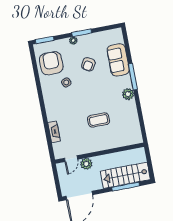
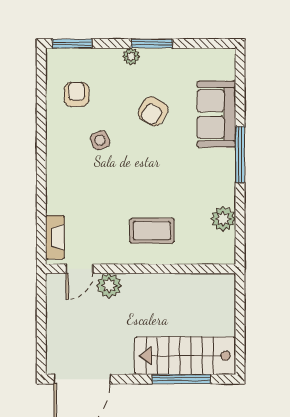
armchair: (51, 63) -> (77, 94), width x0.53, depth x0.53
plant: (128, 94) -> (223, 219), moved
wall: (100, 153) -> (141, 269), moved
door: (71, 159) -> (80, 269), moved
plant: (86, 164) -> (109, 286), moved

